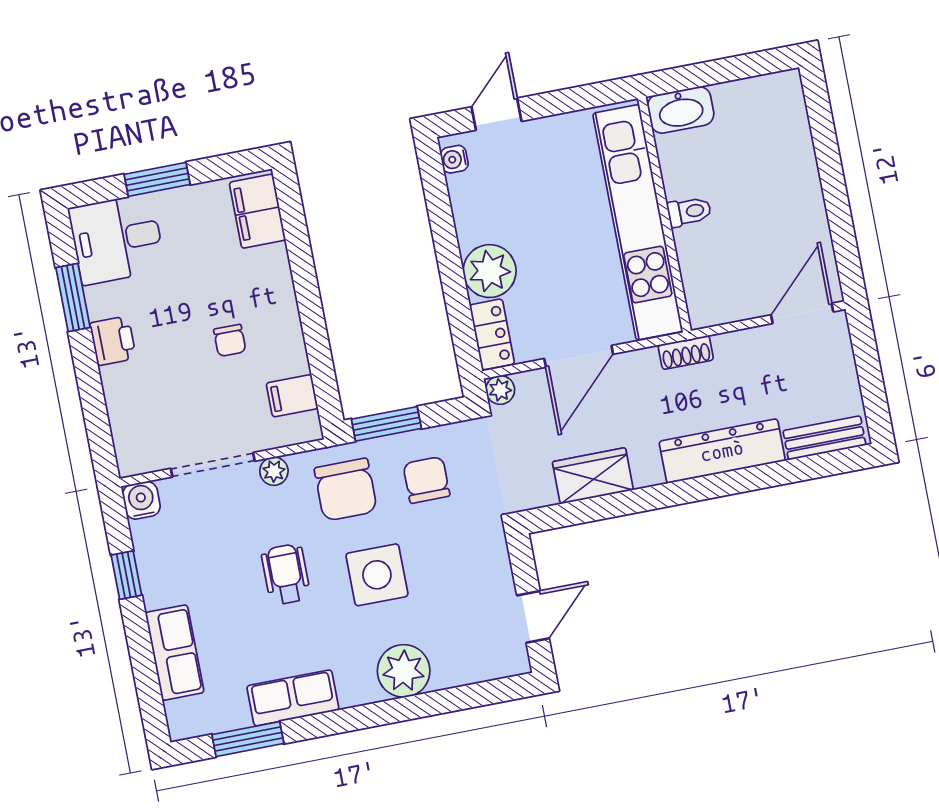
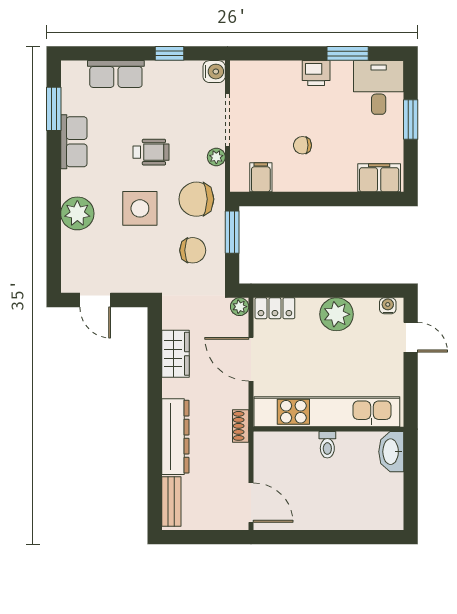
plant: (490, 271) -> (337, 314), moved

